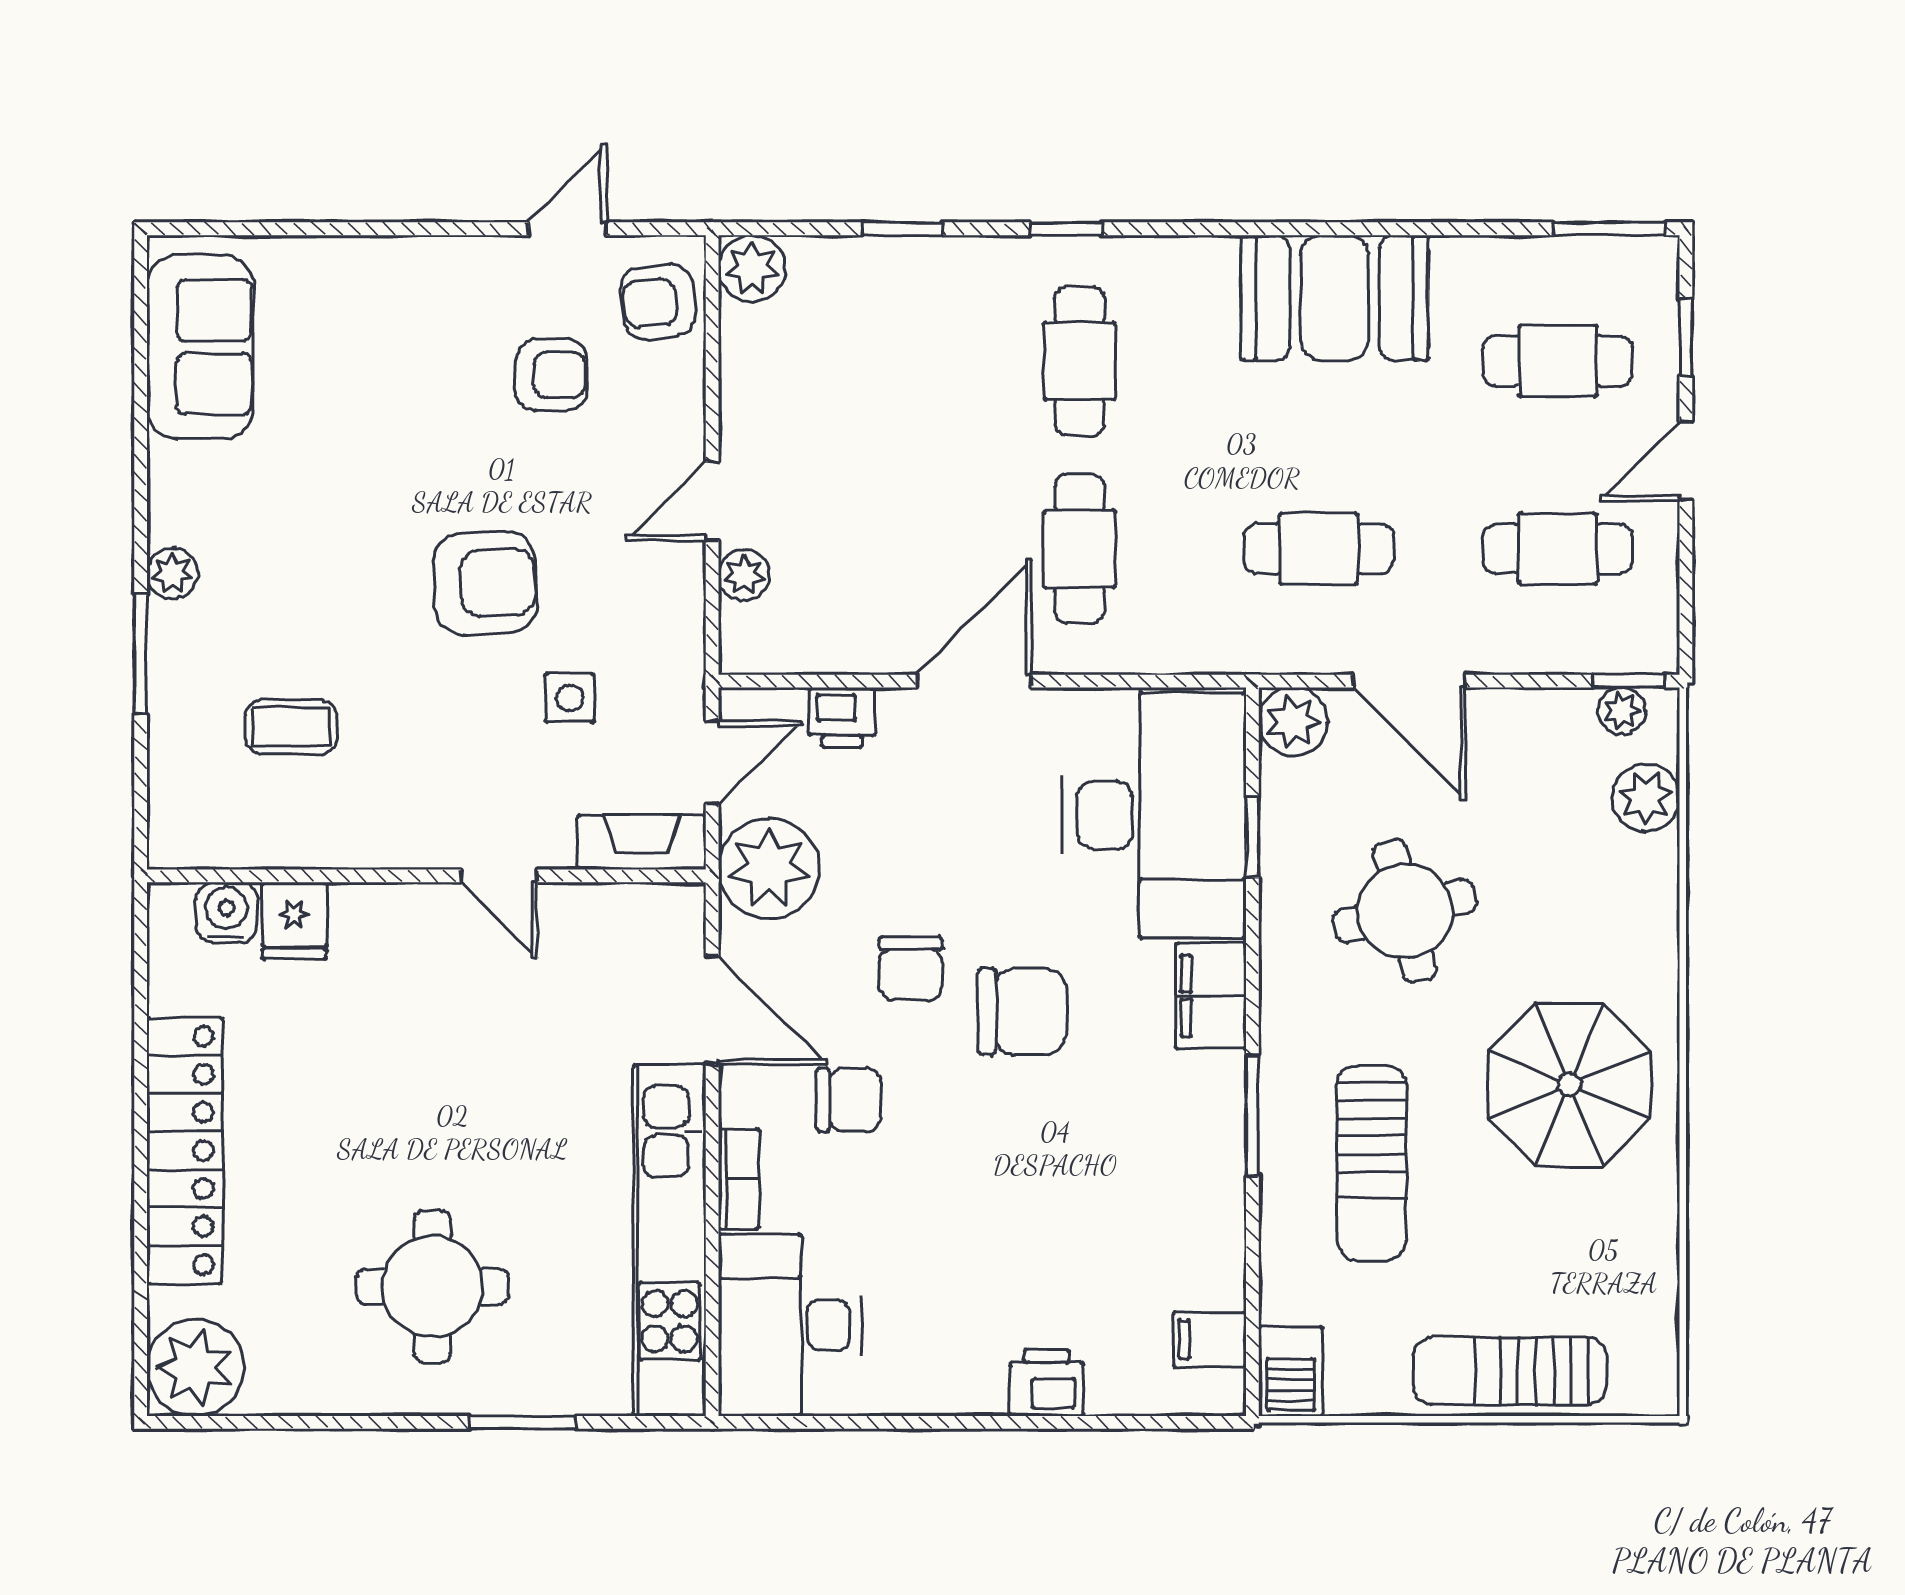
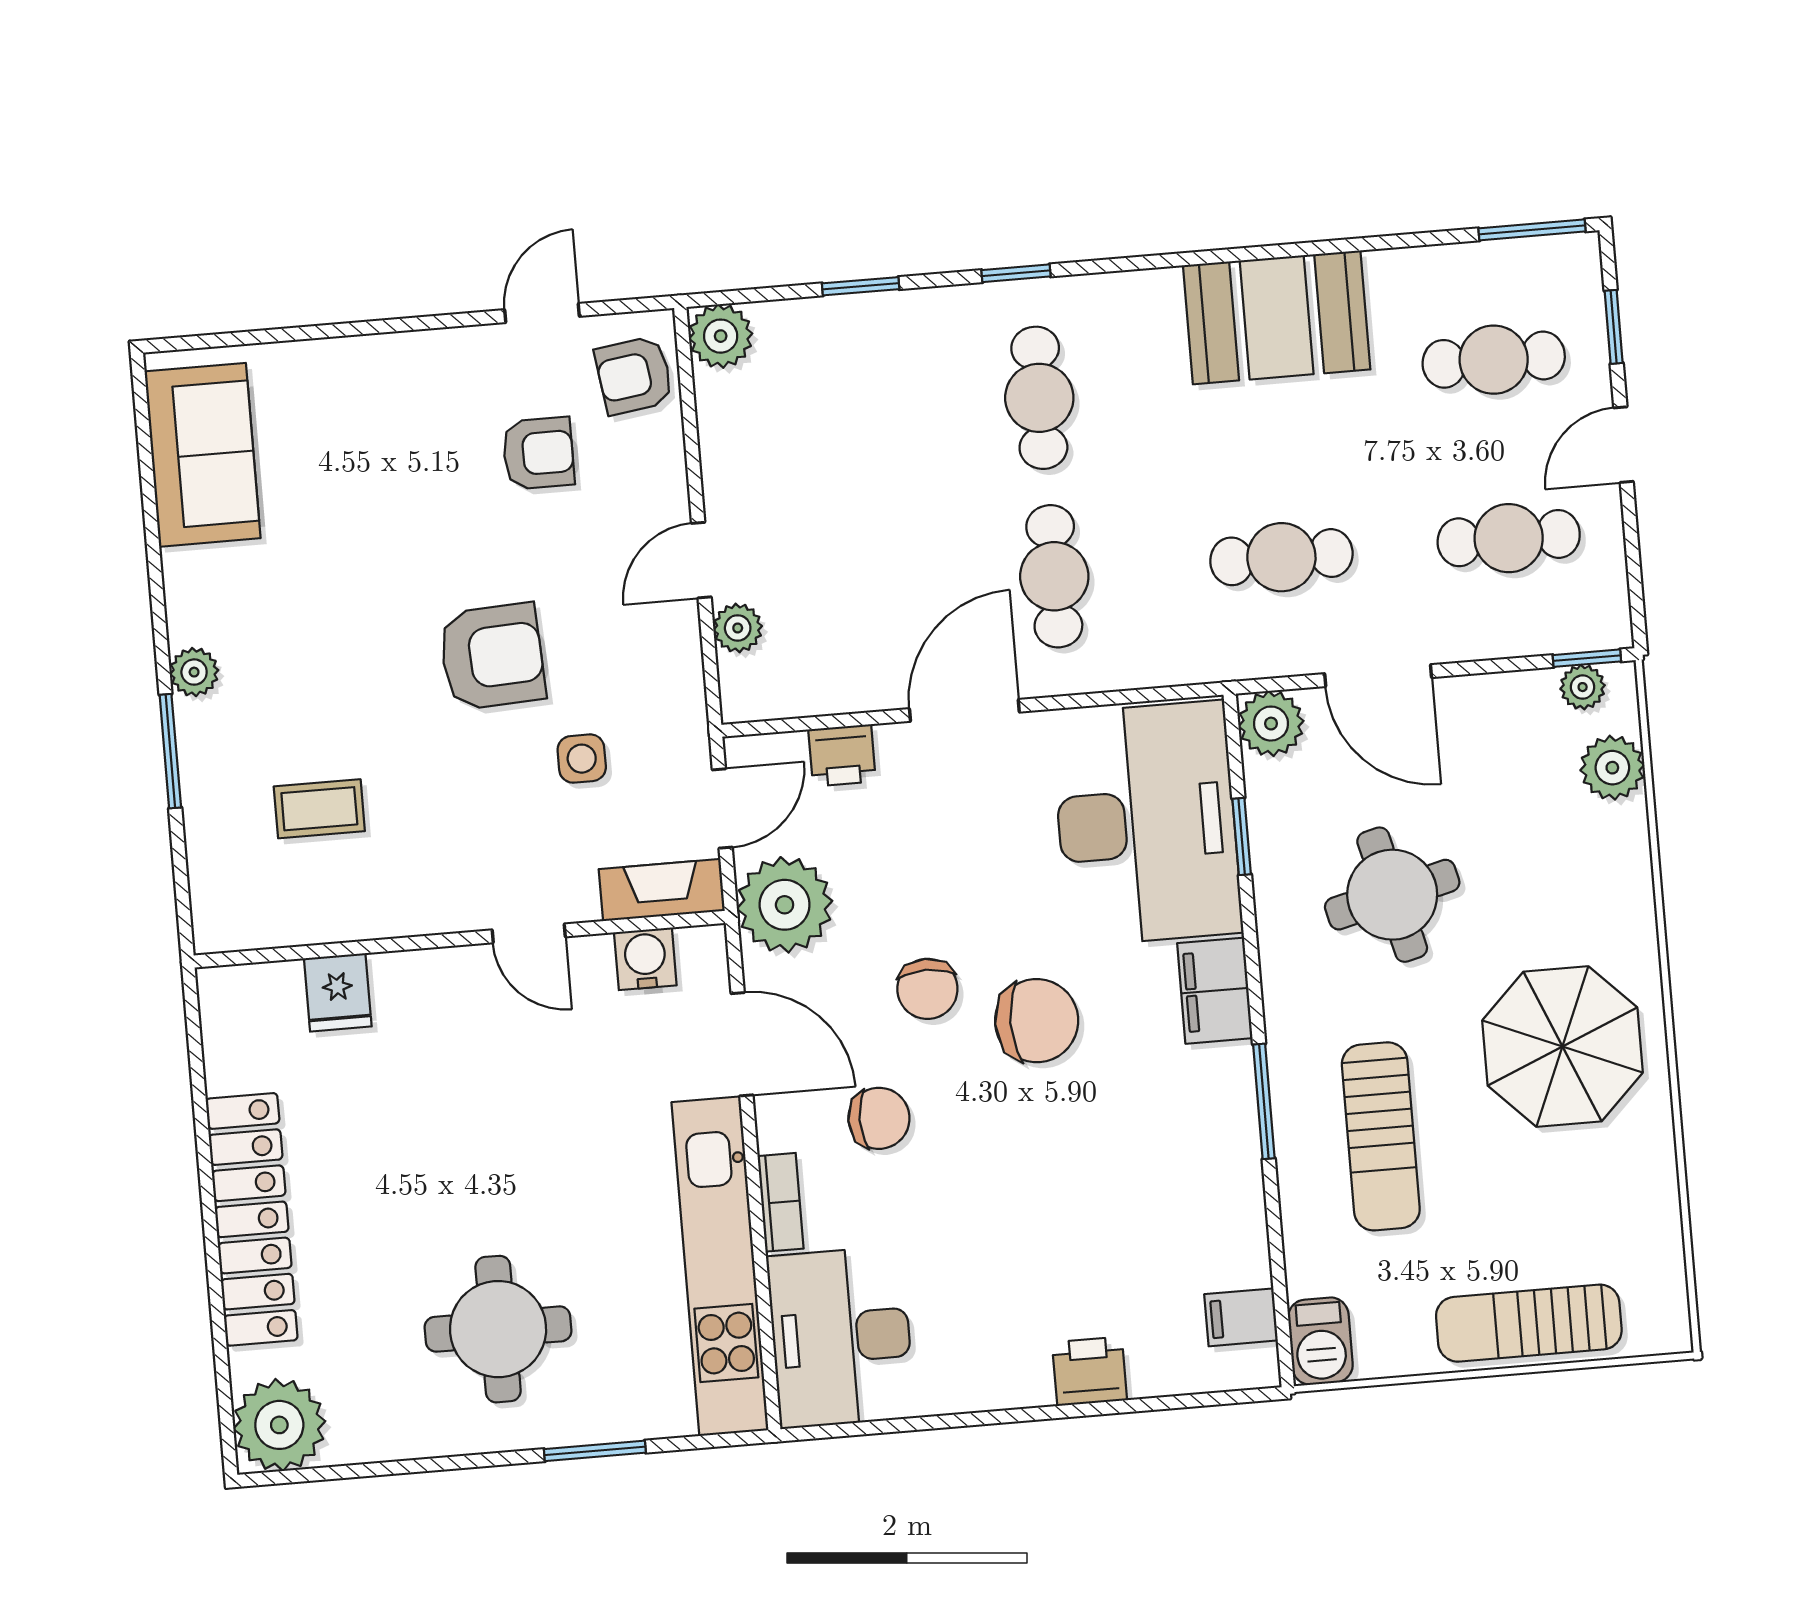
water cooler: (226, 913) -> (645, 959), moved

